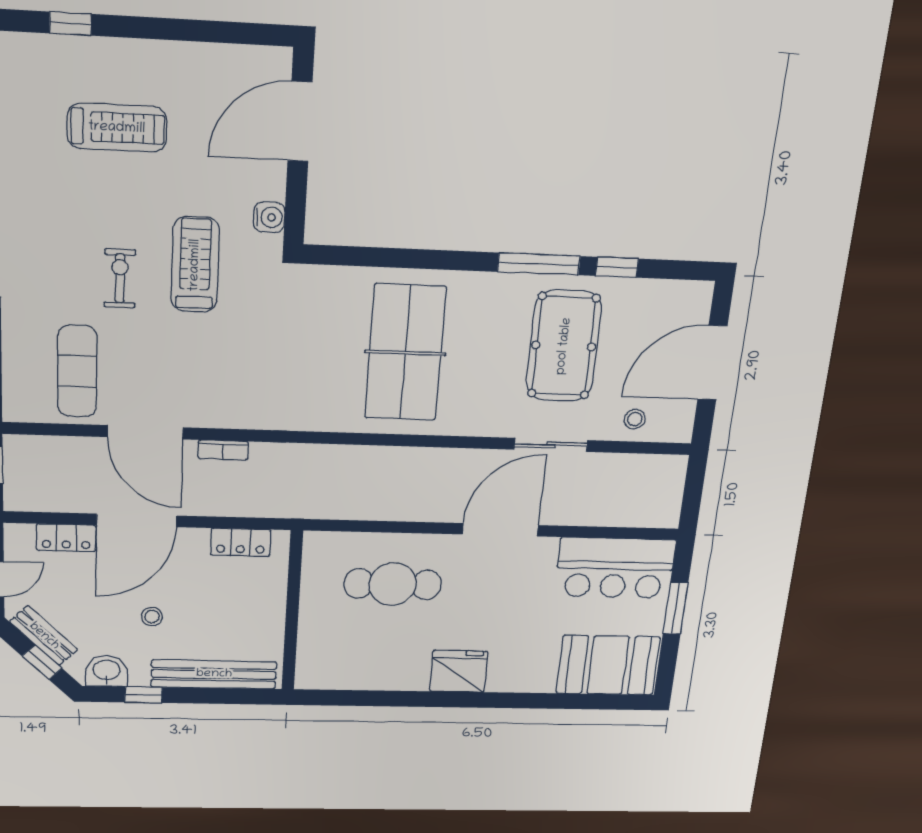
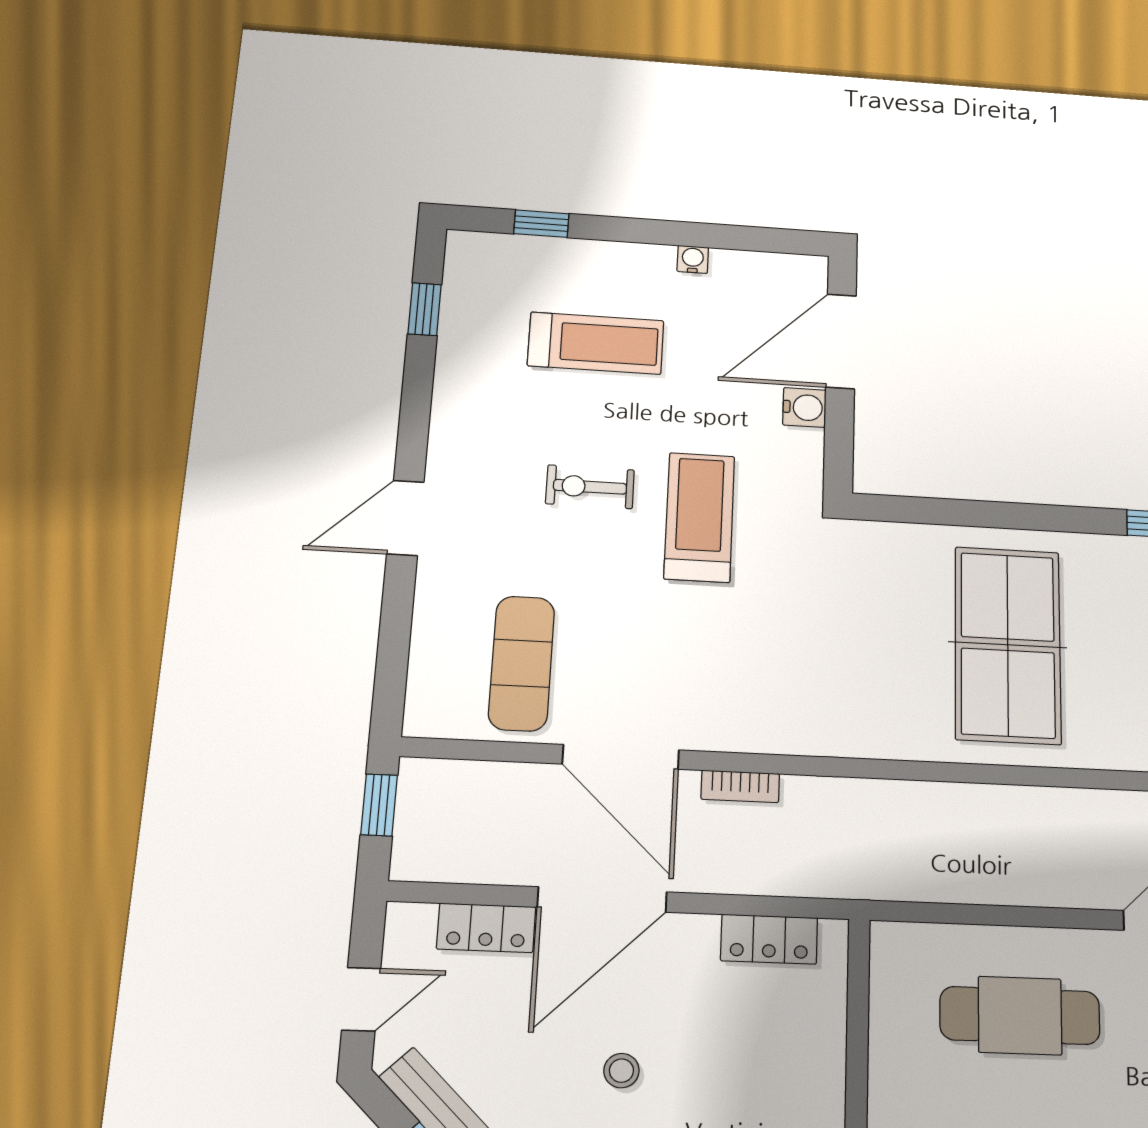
water cooler: (188, 53) -> (693, 259), added
water cooler: (269, 217) -> (804, 408), moved
exercise bike: (120, 278) -> (590, 487), moved, turned -90

